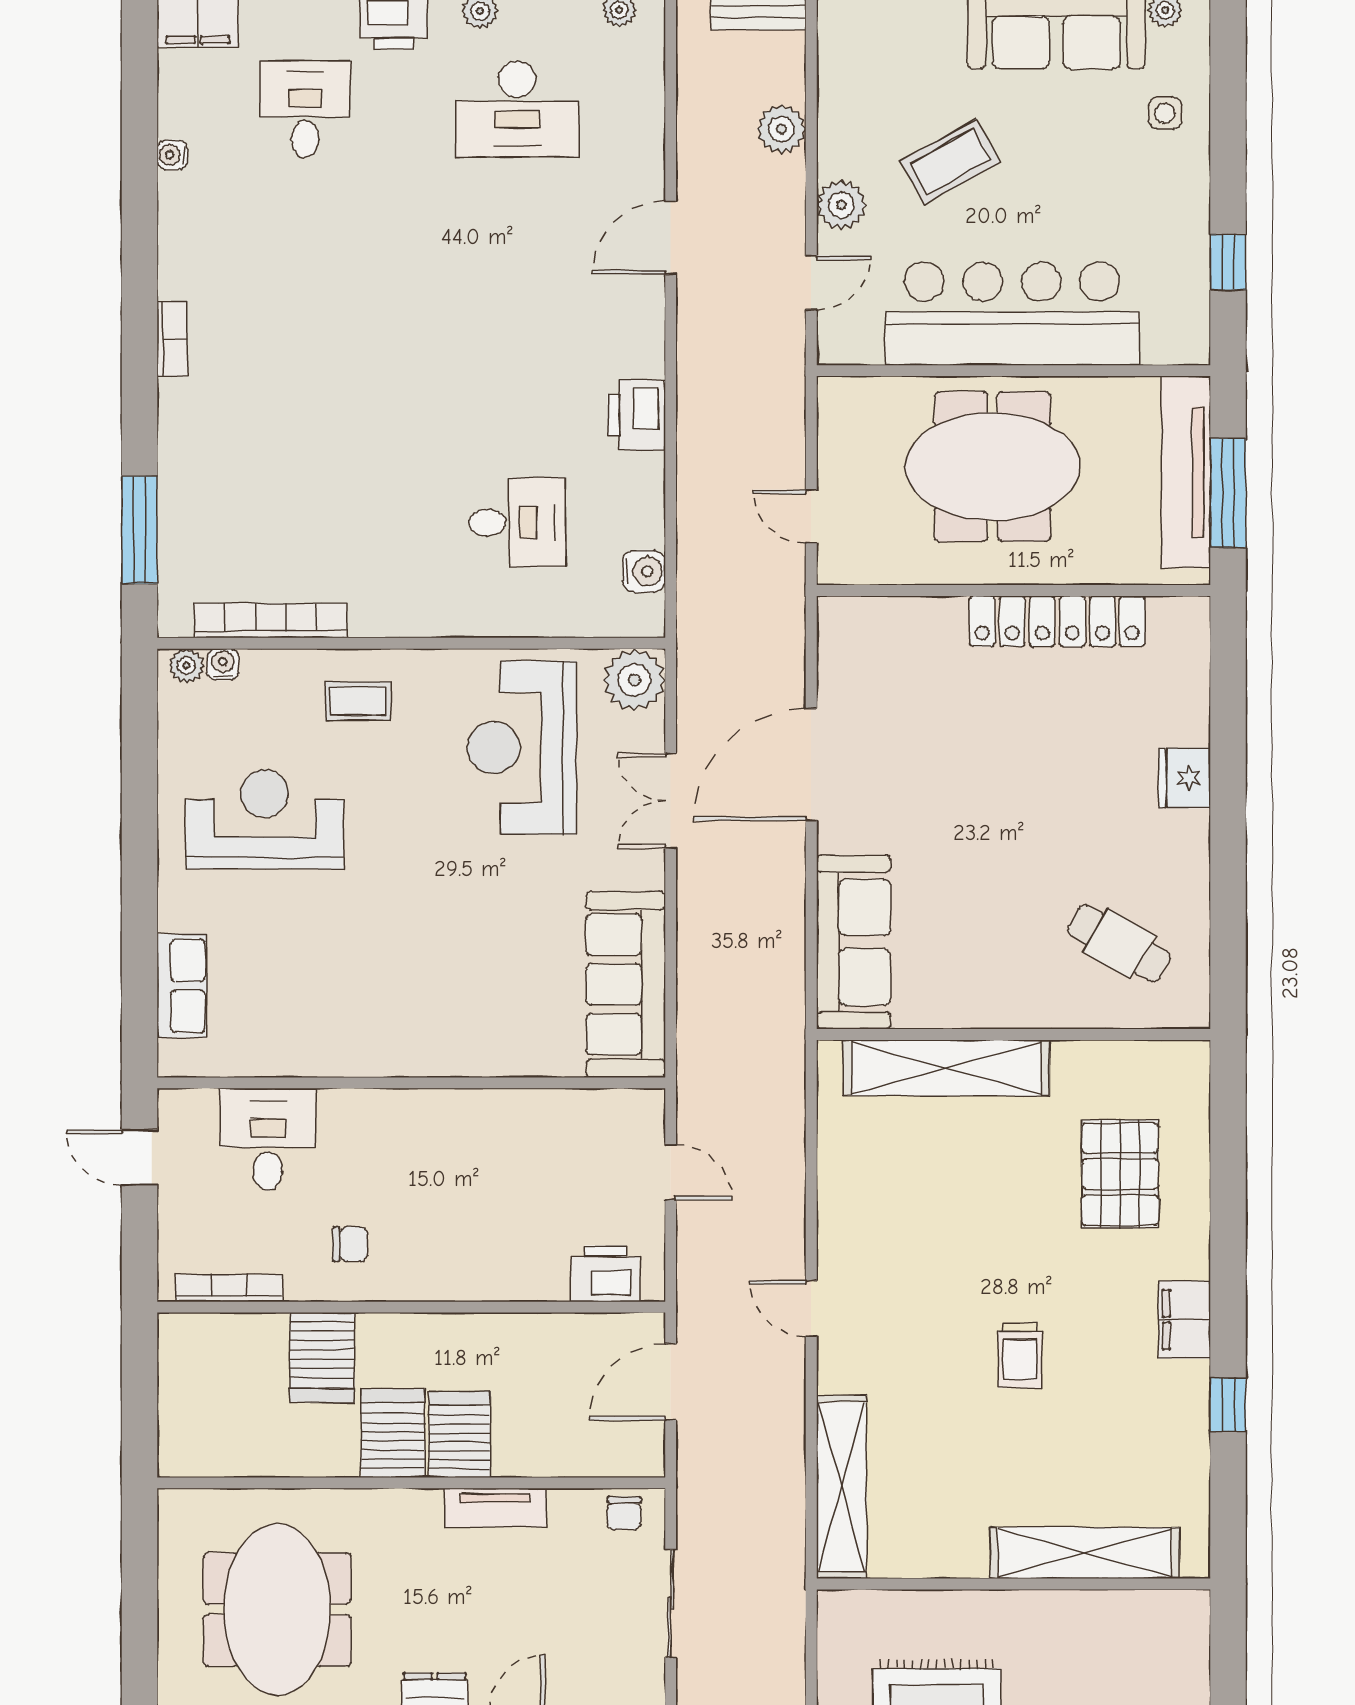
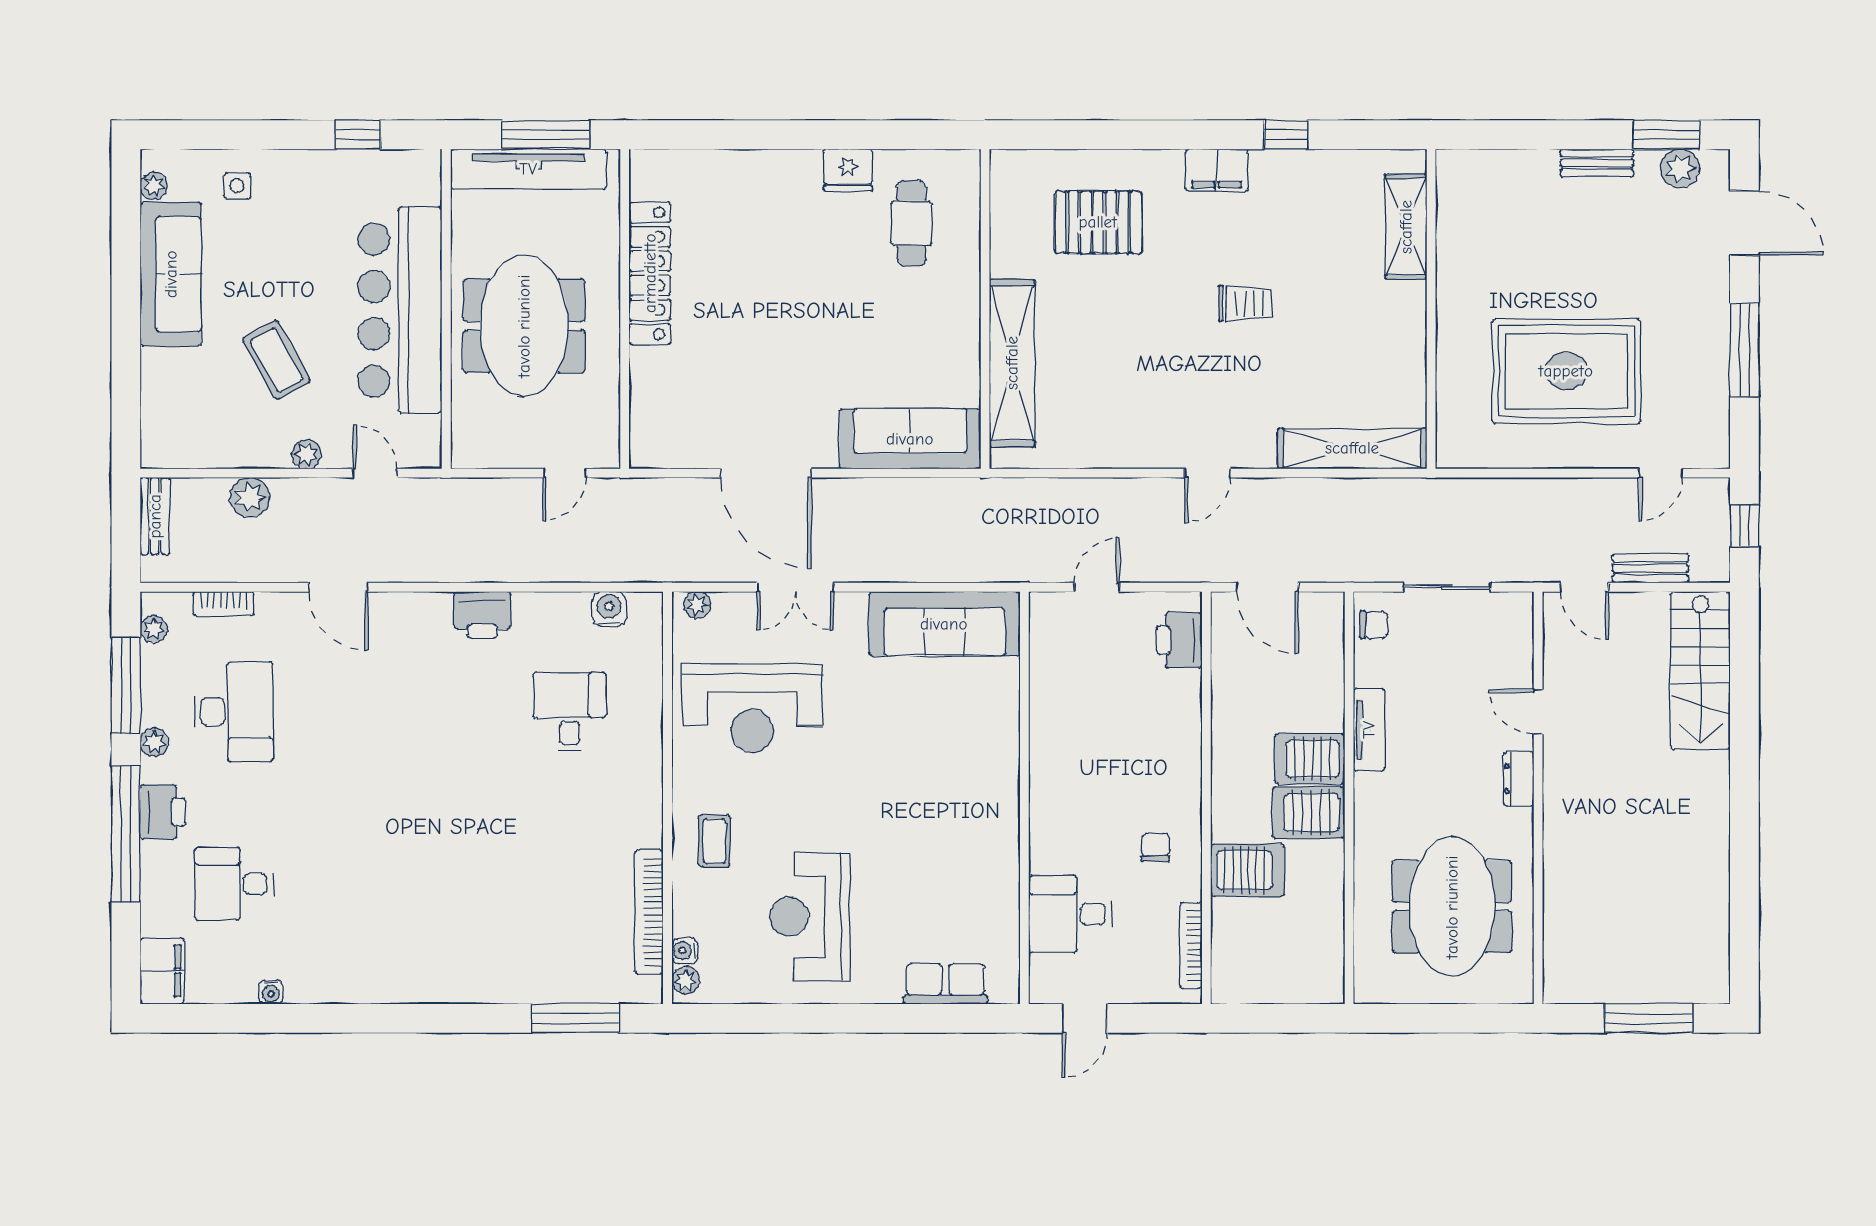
plant: (841, 205) -> (306, 454), width x0.73, depth x0.73
bookcase: (172, 339) -> (224, 604), moved, turned 180
plant: (634, 680) -> (697, 605), width x0.53, depth x0.53
fridge: (1185, 778) -> (848, 170), moved
cafe table: (1119, 944) -> (911, 223), turned -30
shelving: (1085, 1553) -> (1406, 227), width x0.68
meeting table: (277, 1610) -> (1452, 907), turned 90

